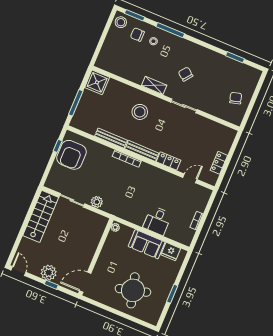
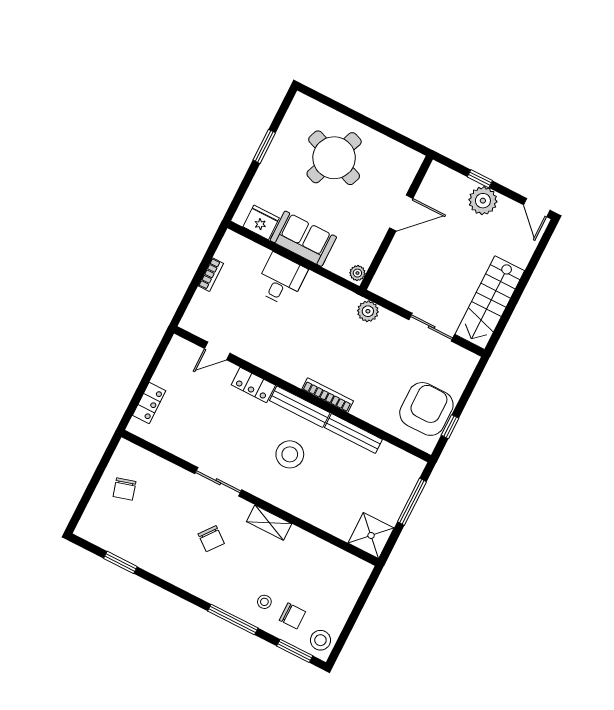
stool: (140, 112) -> (290, 454), moved
locker: (219, 163) -> (149, 403), moved
plant: (97, 202) -> (368, 311), moved
door: (85, 282) -> (401, 213), moved
round table: (133, 290) -> (334, 158), turned 36

